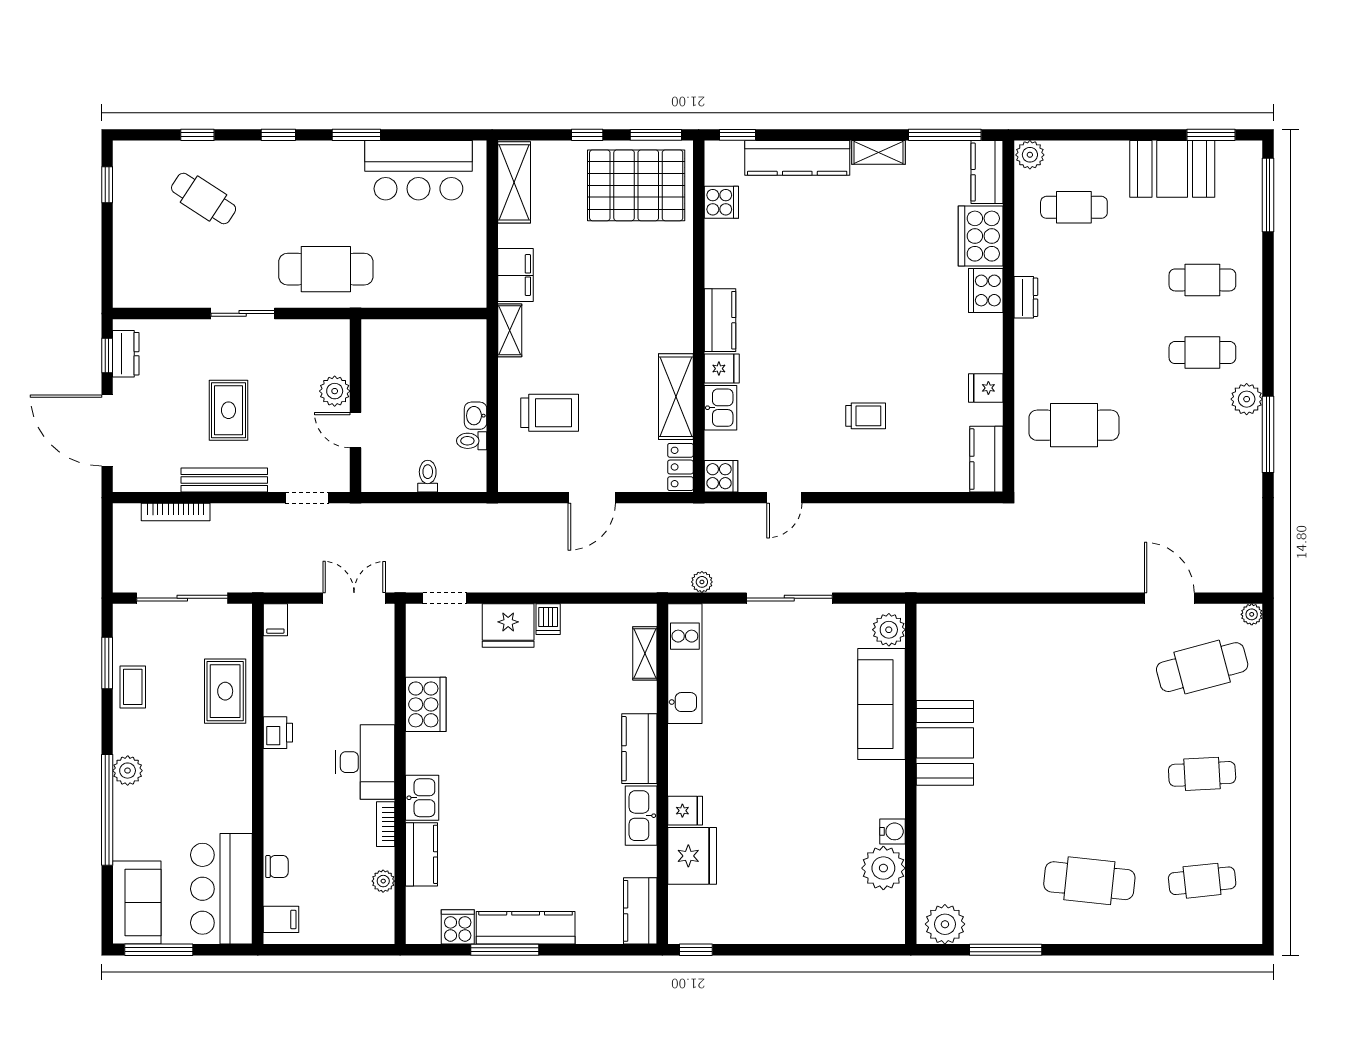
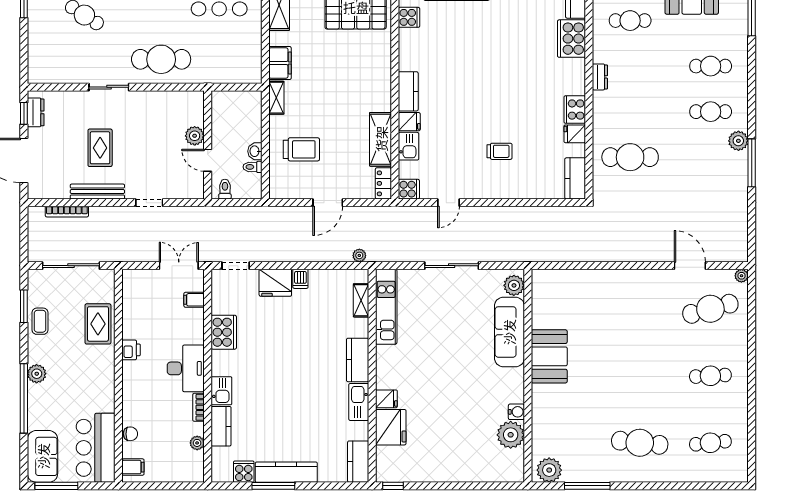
cooker: (986, 290) -> (575, 110), moved
plant: (335, 391) -> (195, 136), moved
wall: (355, 406) -> (208, 145), moved
door: (355, 430) -> (208, 160), moved
plant: (702, 582) -> (359, 255), moved
filing cabinet: (275, 620) -> (194, 300), moved, turned 90

